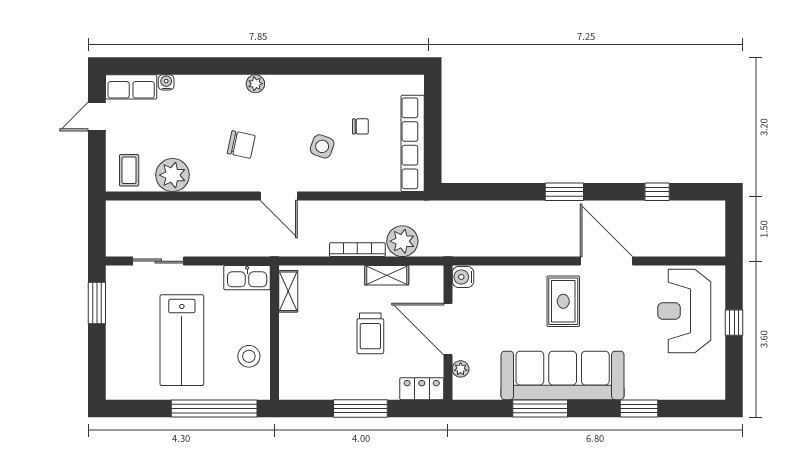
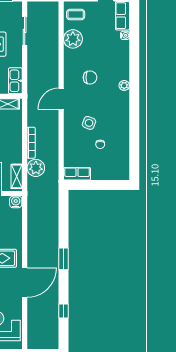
row of seats: (413, 143) -> (77, 174), width x0.50
chair: (241, 145) -> (90, 77), turned -102
shelving: (387, 275) -> (17, 176), moved

